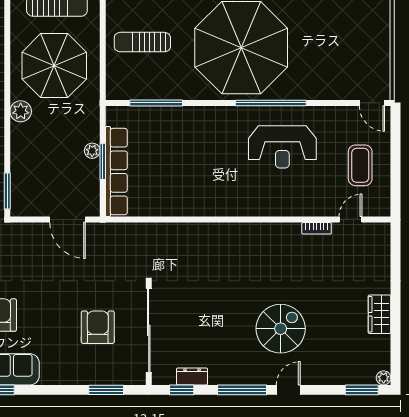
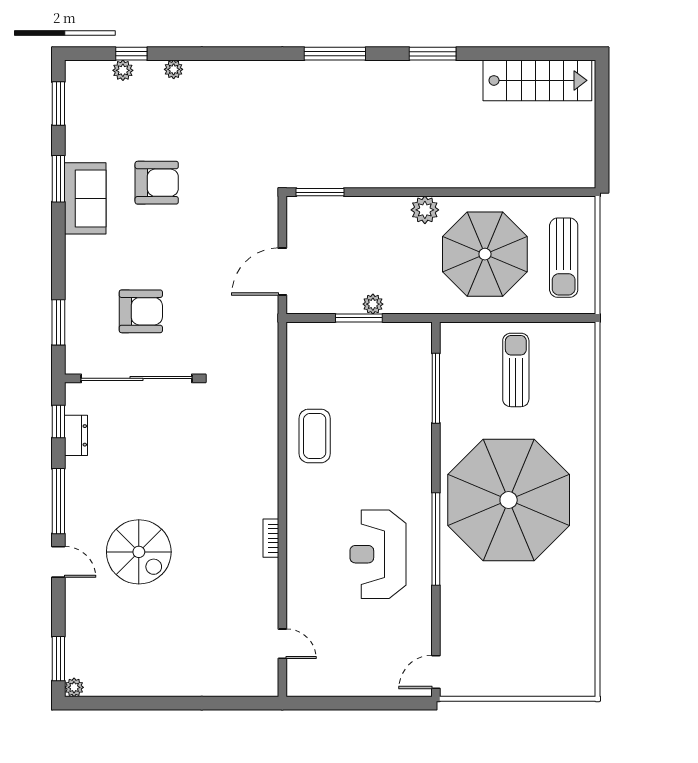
coffee table: (360, 165) -> (315, 436), moved, turned 90
row of seats: (116, 172) -> (346, 336), removed
bookcase: (317, 228) -> (271, 538), moved
wardrobe: (380, 314) -> (158, 682), removed

